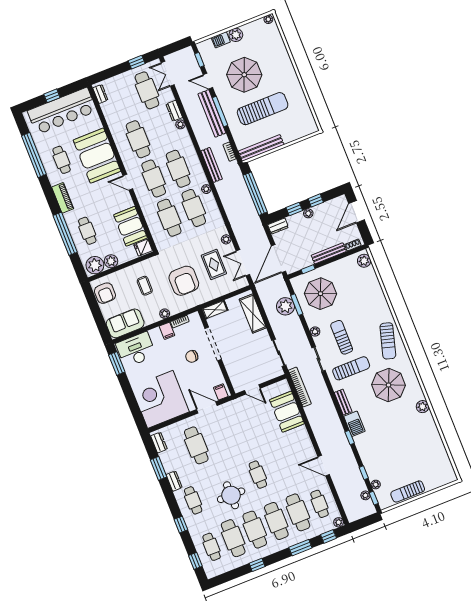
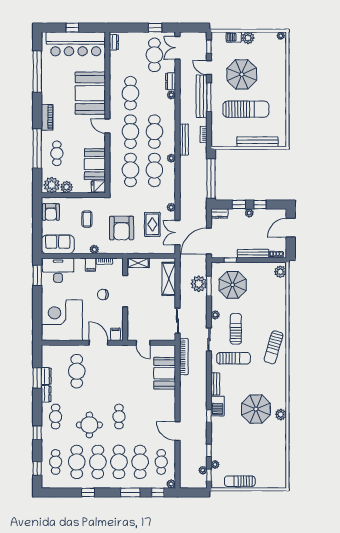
bench: (261, 148) -> (257, 142), moved
cafe table: (62, 160) -> (59, 85), removed
parasol: (389, 385) -> (256, 409), moved
dresser: (159, 443) -> (46, 376), moved

